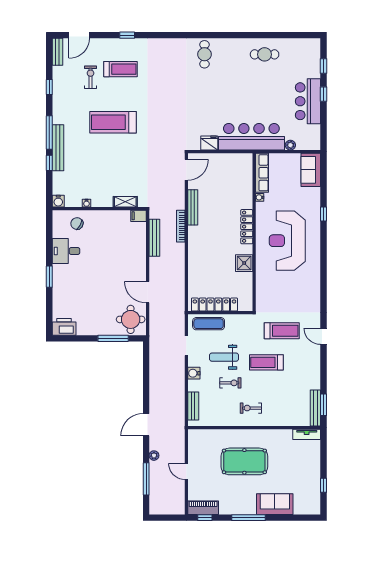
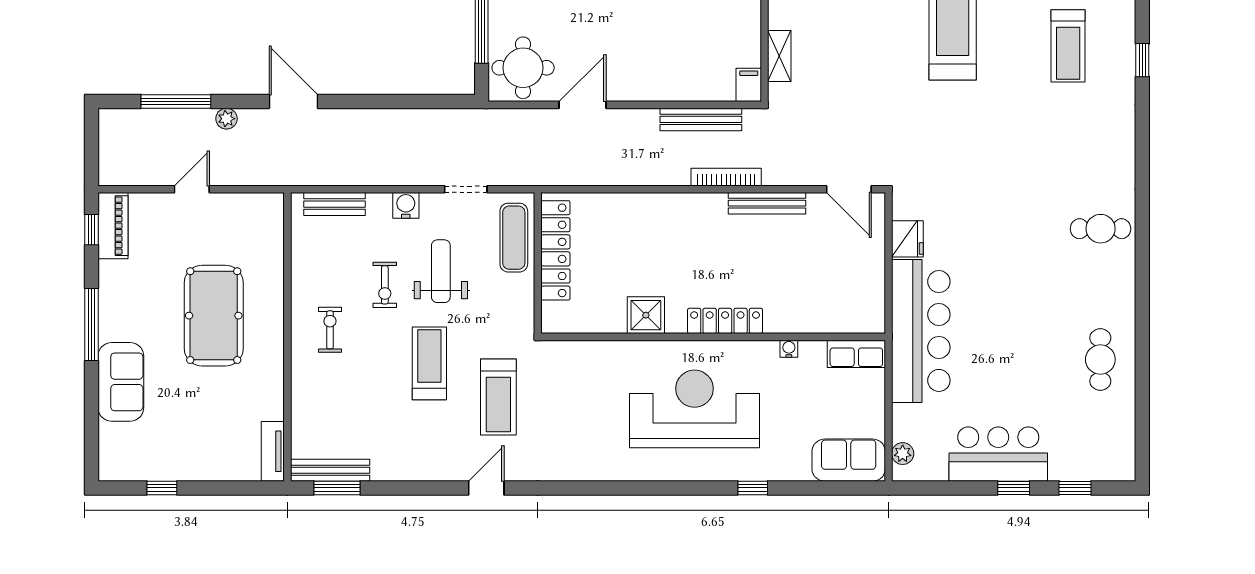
plant: (290, 145) -> (903, 454), moved
row of seats: (262, 173) -> (856, 354), width x0.68

